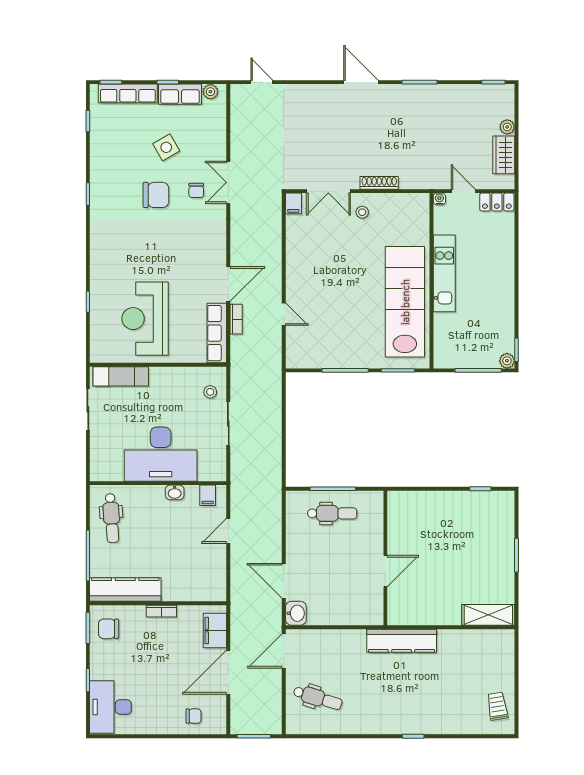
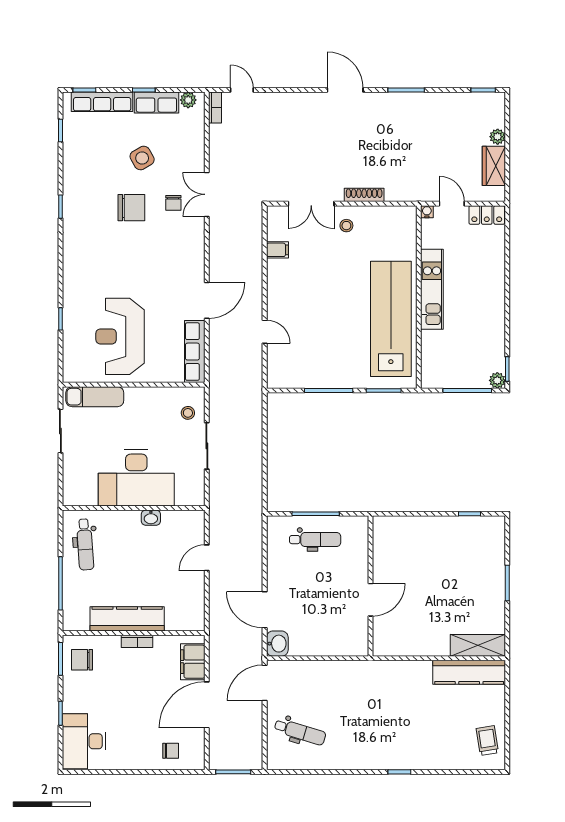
filing cabinet: (293, 203) -> (277, 250), moved, turned -90
bookcase: (236, 319) -> (215, 108), moved
filing cabinet: (208, 495) -> (185, 521), removed
kitchen counter: (125, 590) -> (127, 619), moved
kitchen counter: (402, 641) -> (469, 672), moved

